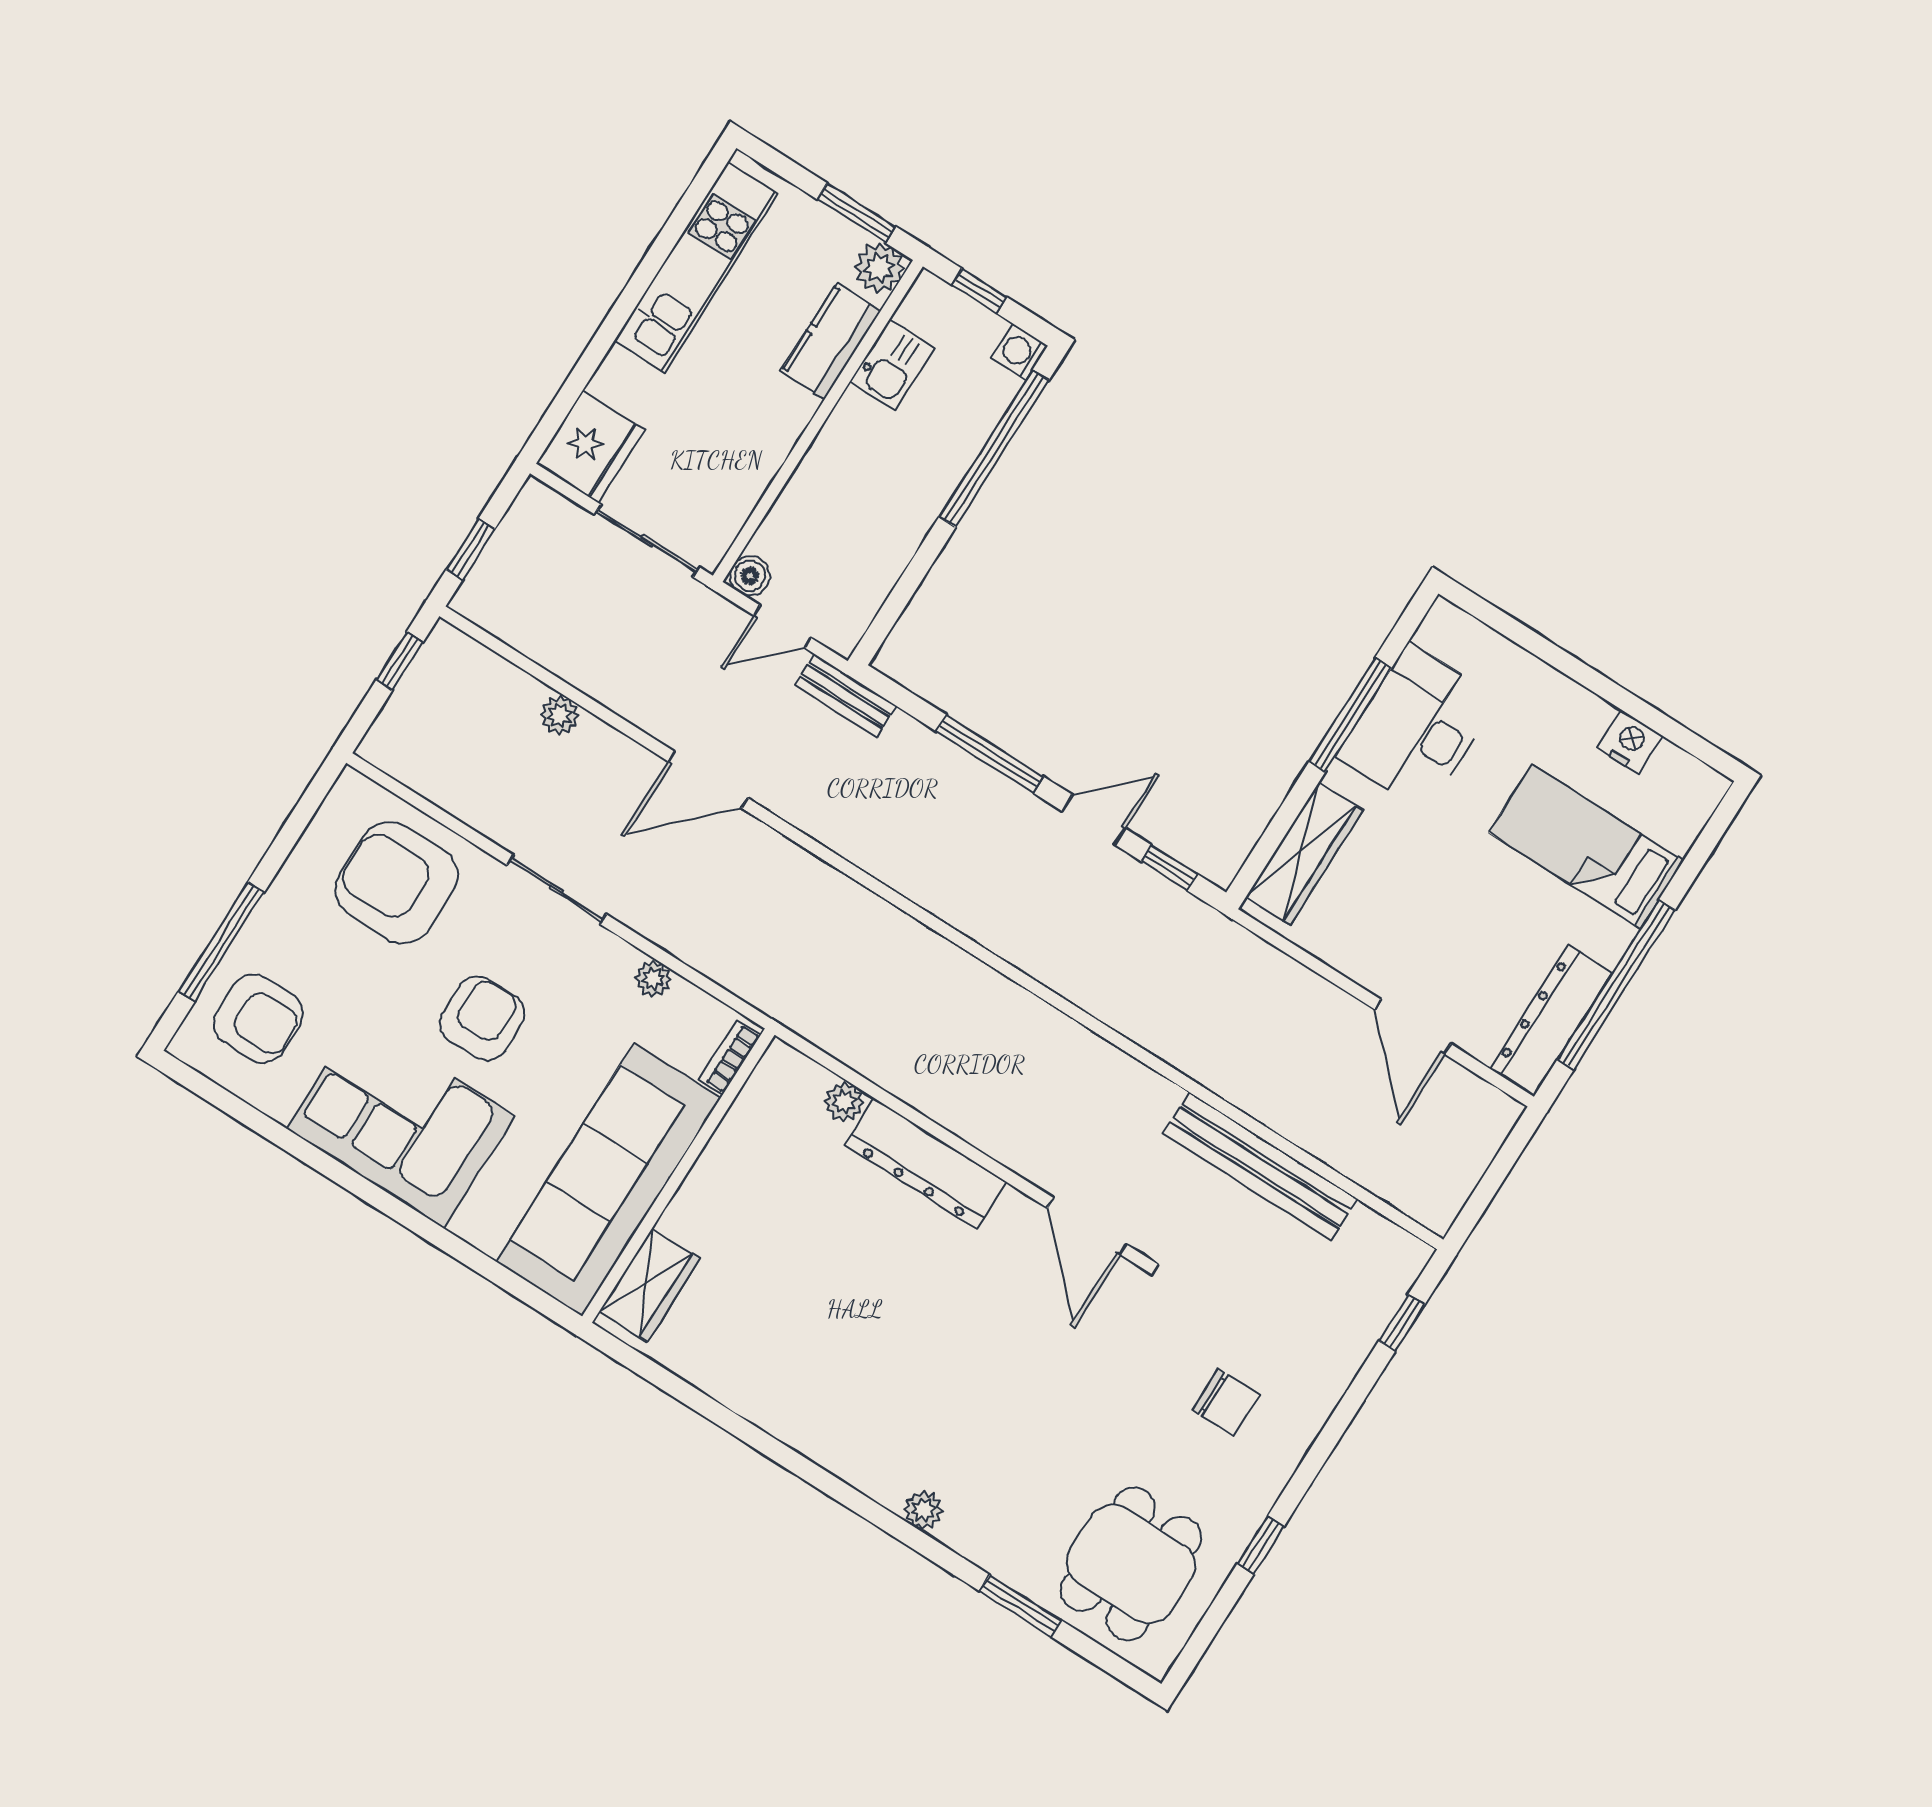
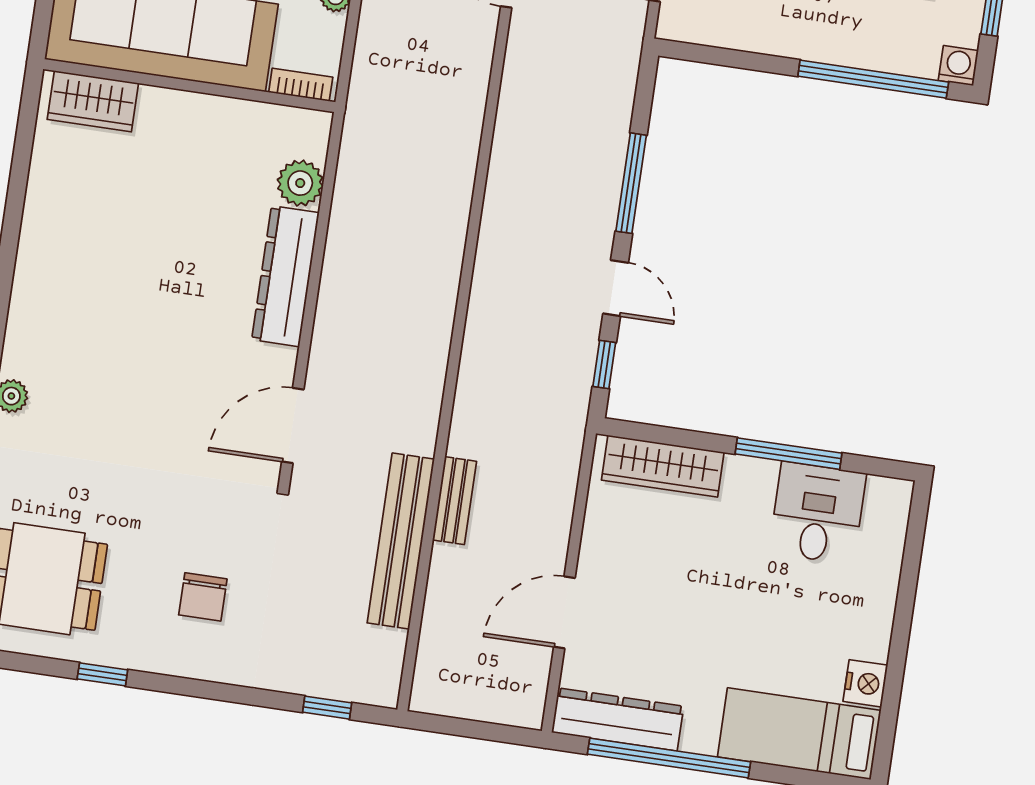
bench: (845, 695) -> (455, 501), moved
desk: (1417, 728) -> (818, 513), width x0.73
bed: (1586, 847) -> (799, 734), moved, turned -90
plant: (844, 1102) -> (300, 183), width x1.38, depth x1.38

